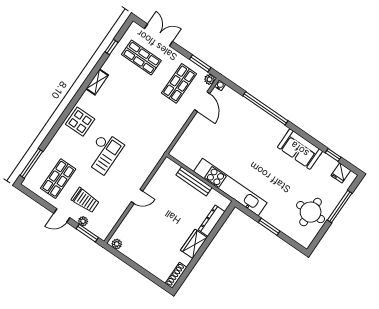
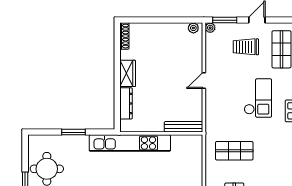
shop shelf: (151, 124) -> (234, 151), added
checkout: (104, 153) -> (258, 98), turned 180
bench: (194, 181) -> (183, 127), moved
plant: (83, 221) -> (210, 28), moved

